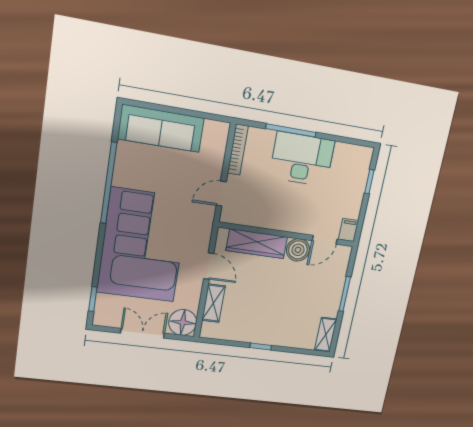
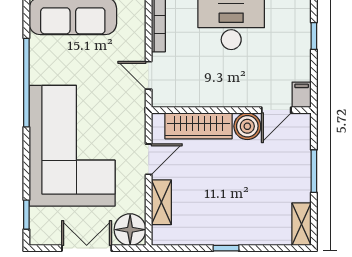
door: (221, 194) -> (149, 75), hinge flipped
door: (209, 266) -> (149, 159), hinge flipped

